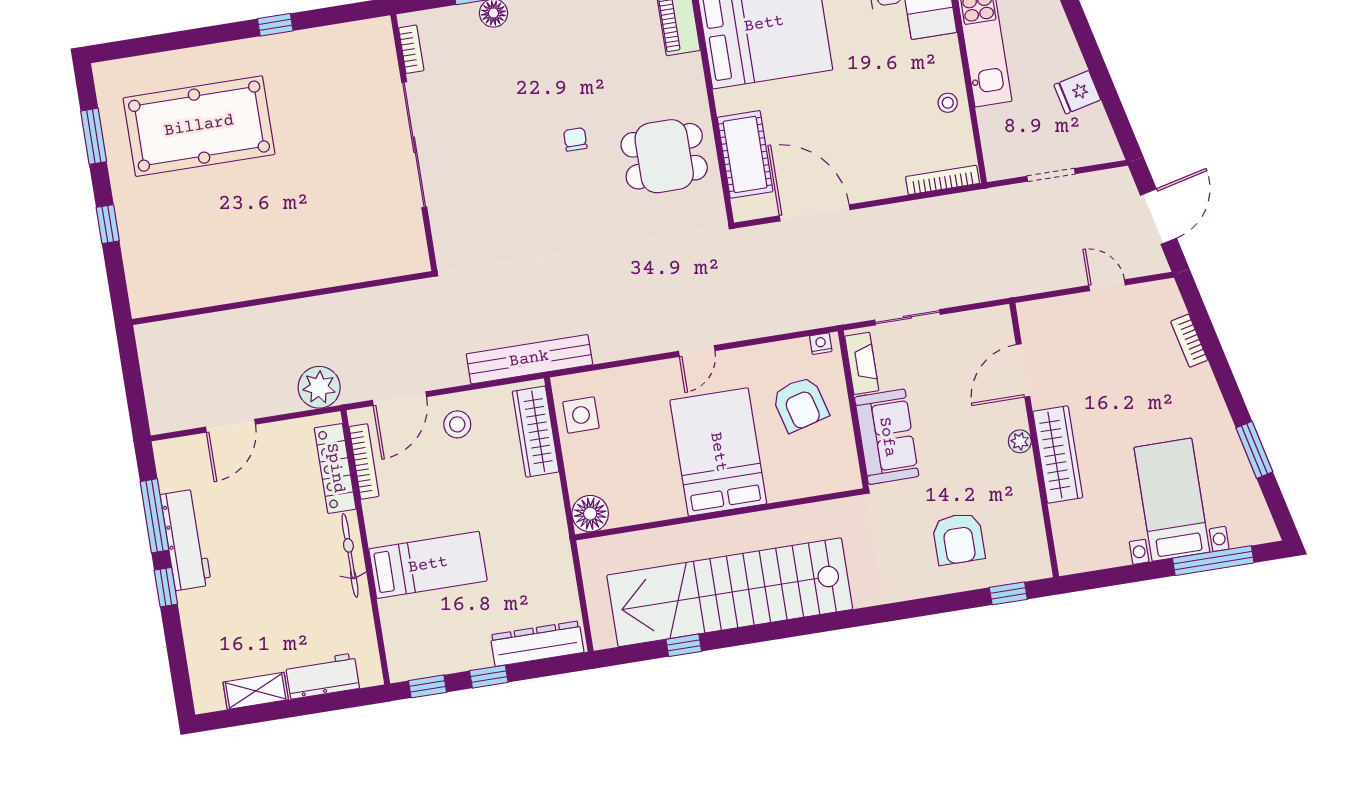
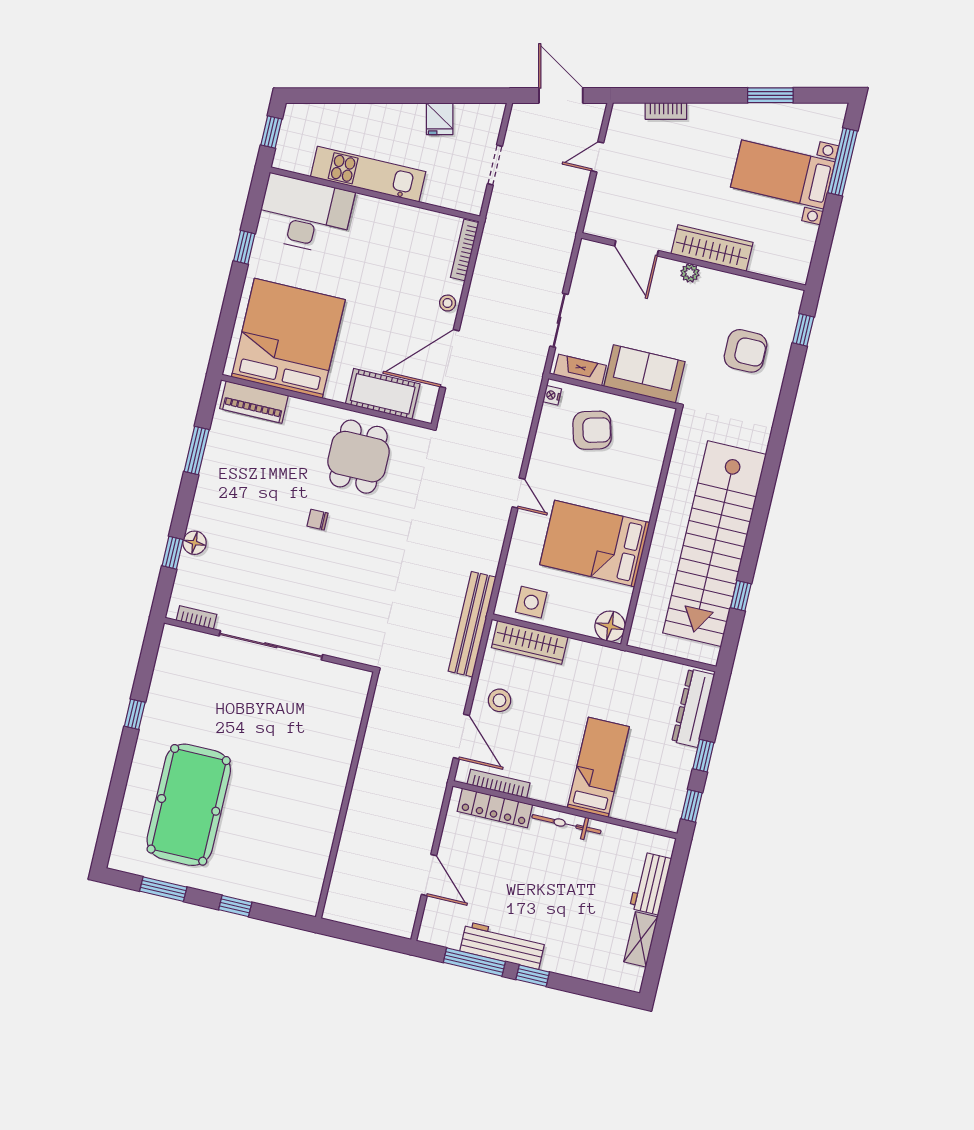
stool: (948, 103) -> (448, 303), moved
plant: (319, 387) -> (427, 795), removed
bed: (718, 452) -> (595, 544), moved

